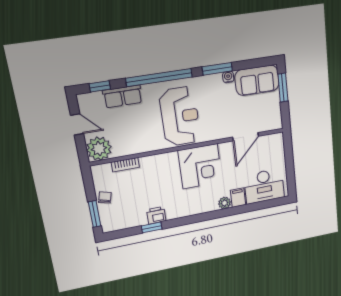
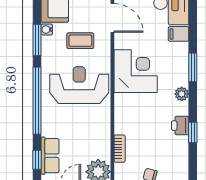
row of seats: (123, 96) -> (50, 156), moved
coffee table: (222, 111) -> (80, 41), added
plant: (224, 203) -> (182, 94), moved
window: (210, 216) -> (193, 67), added

